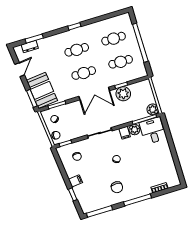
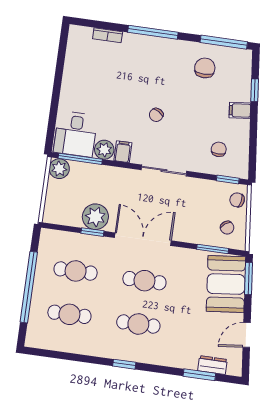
chair: (117, 187) -> (205, 68), moved

